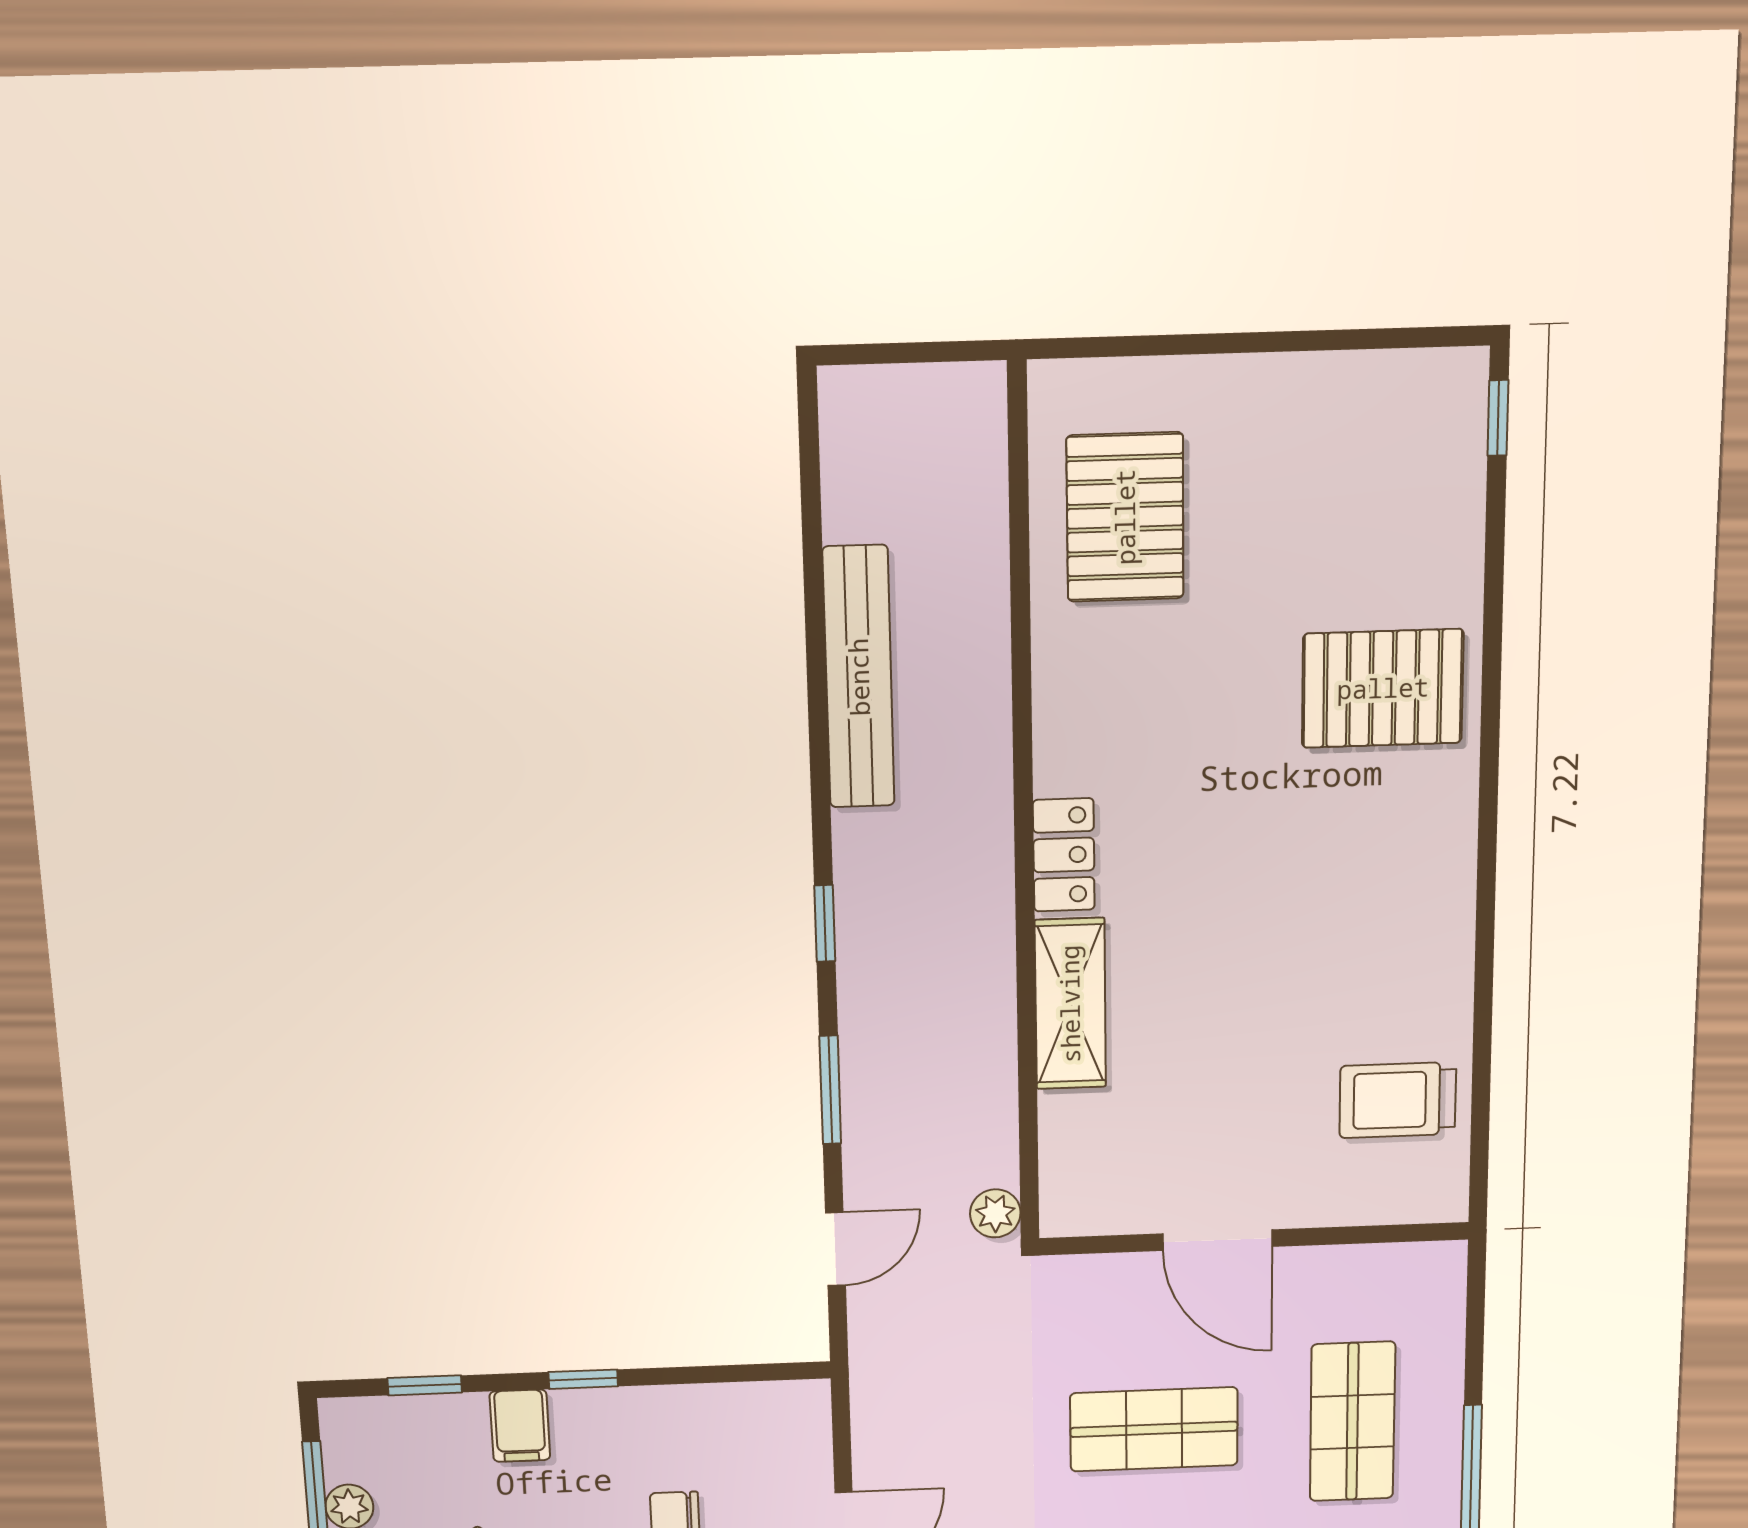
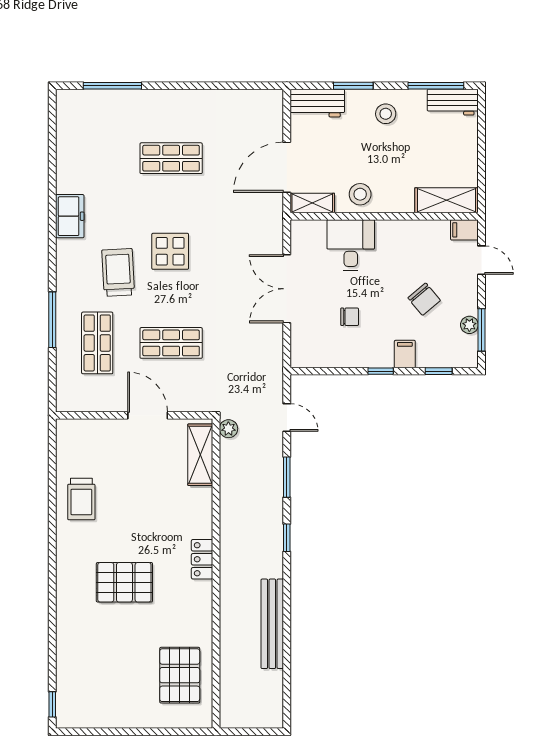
pallet: (1383, 688) -> (124, 582), moved
shelving: (1070, 1004) -> (200, 455), moved
trolley: (1398, 1100) -> (81, 499), moved, turned 90
door: (835, 1249) -> (287, 417), swing flipped

